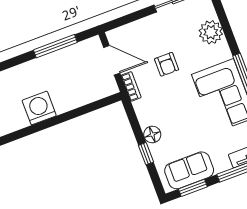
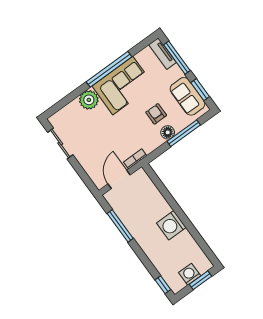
plant: (211, 32) -> (89, 100), moved
armchair: (167, 64) -> (156, 114), moved, turned -90
window: (146, 154) -> (184, 133), width x2.17

